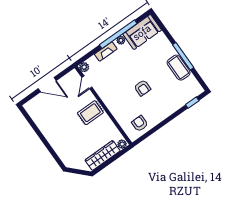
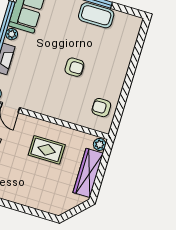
window: (192, 103) -> (140, 41), removed
rug: (90, 113) -> (47, 150), moved, turned 90

